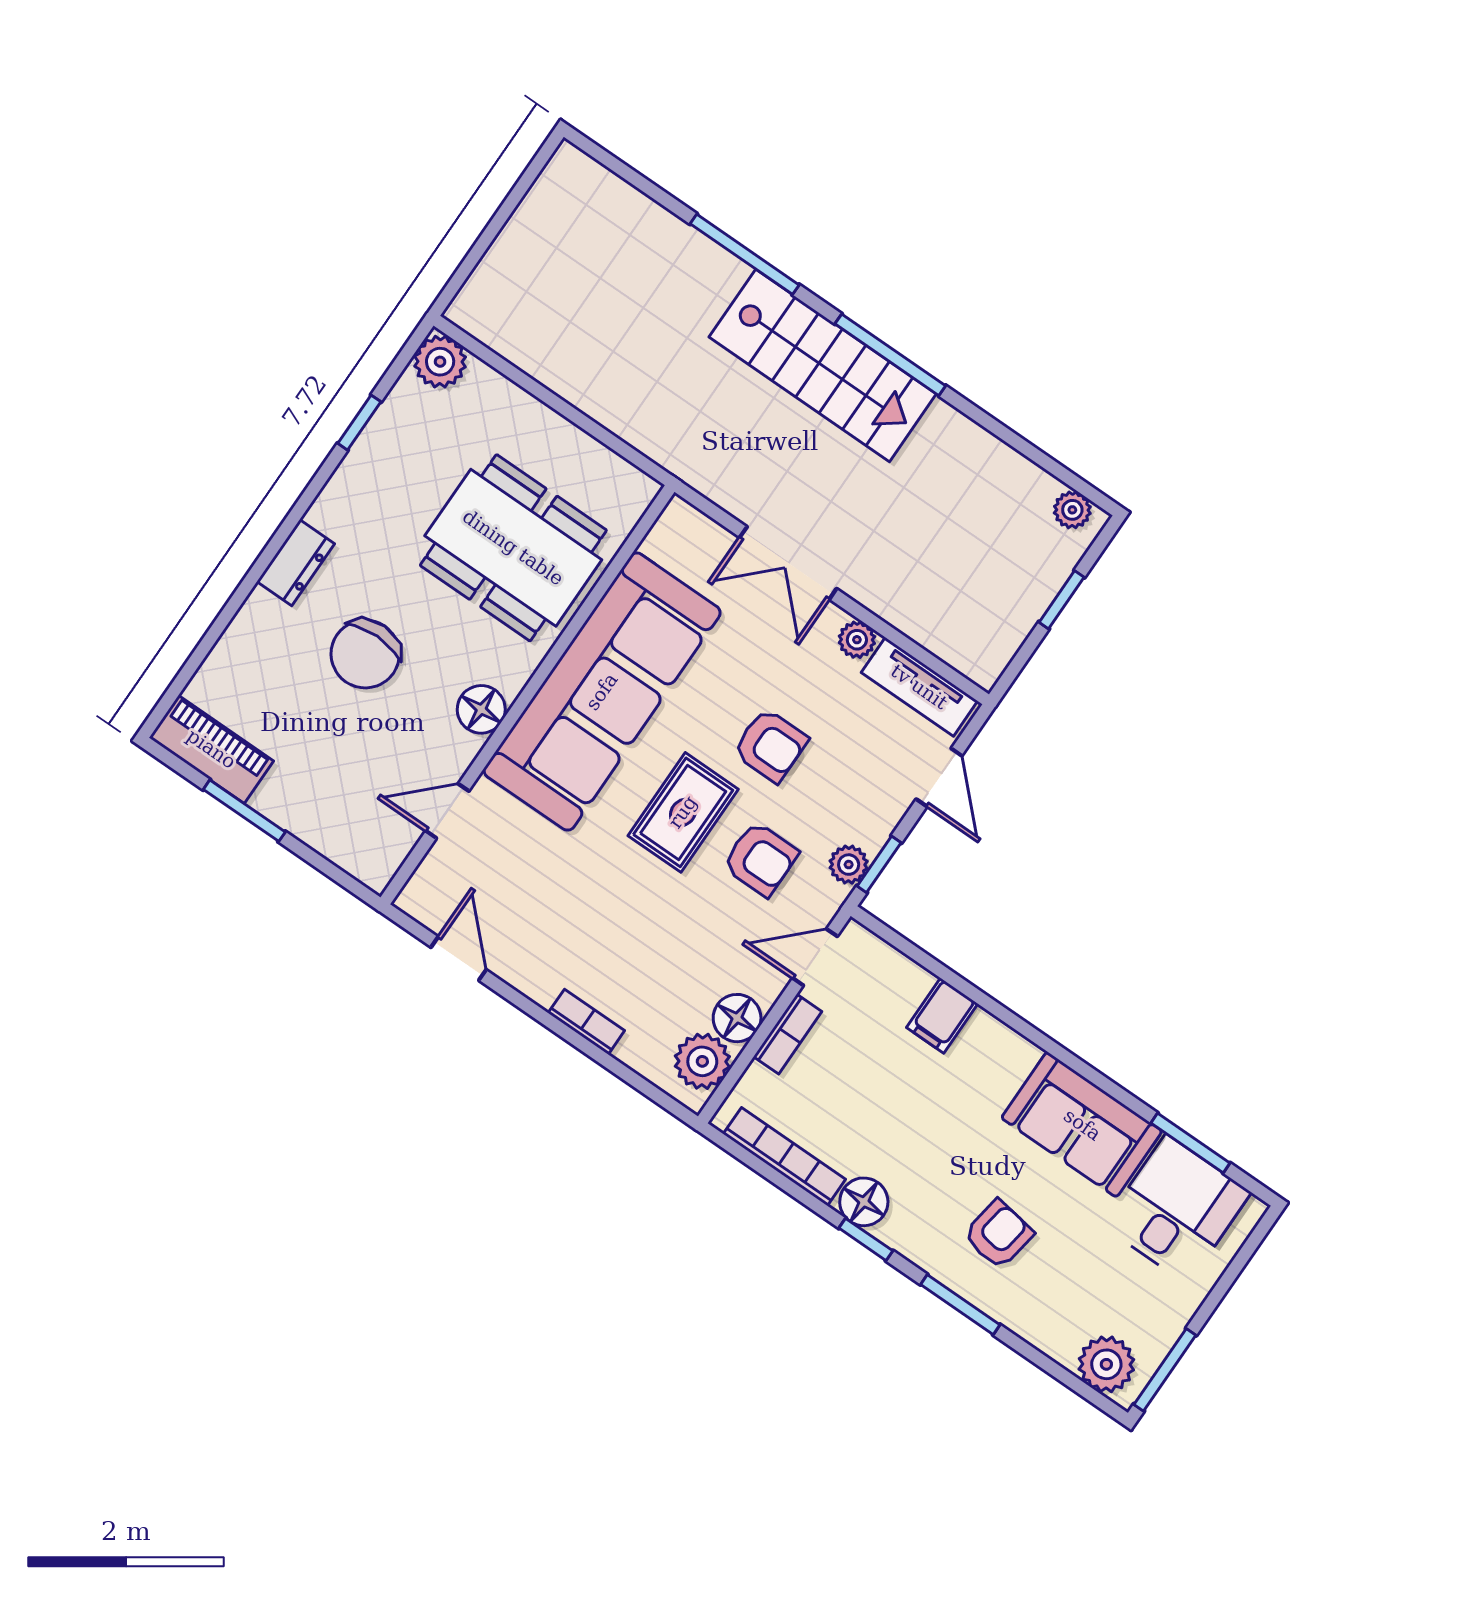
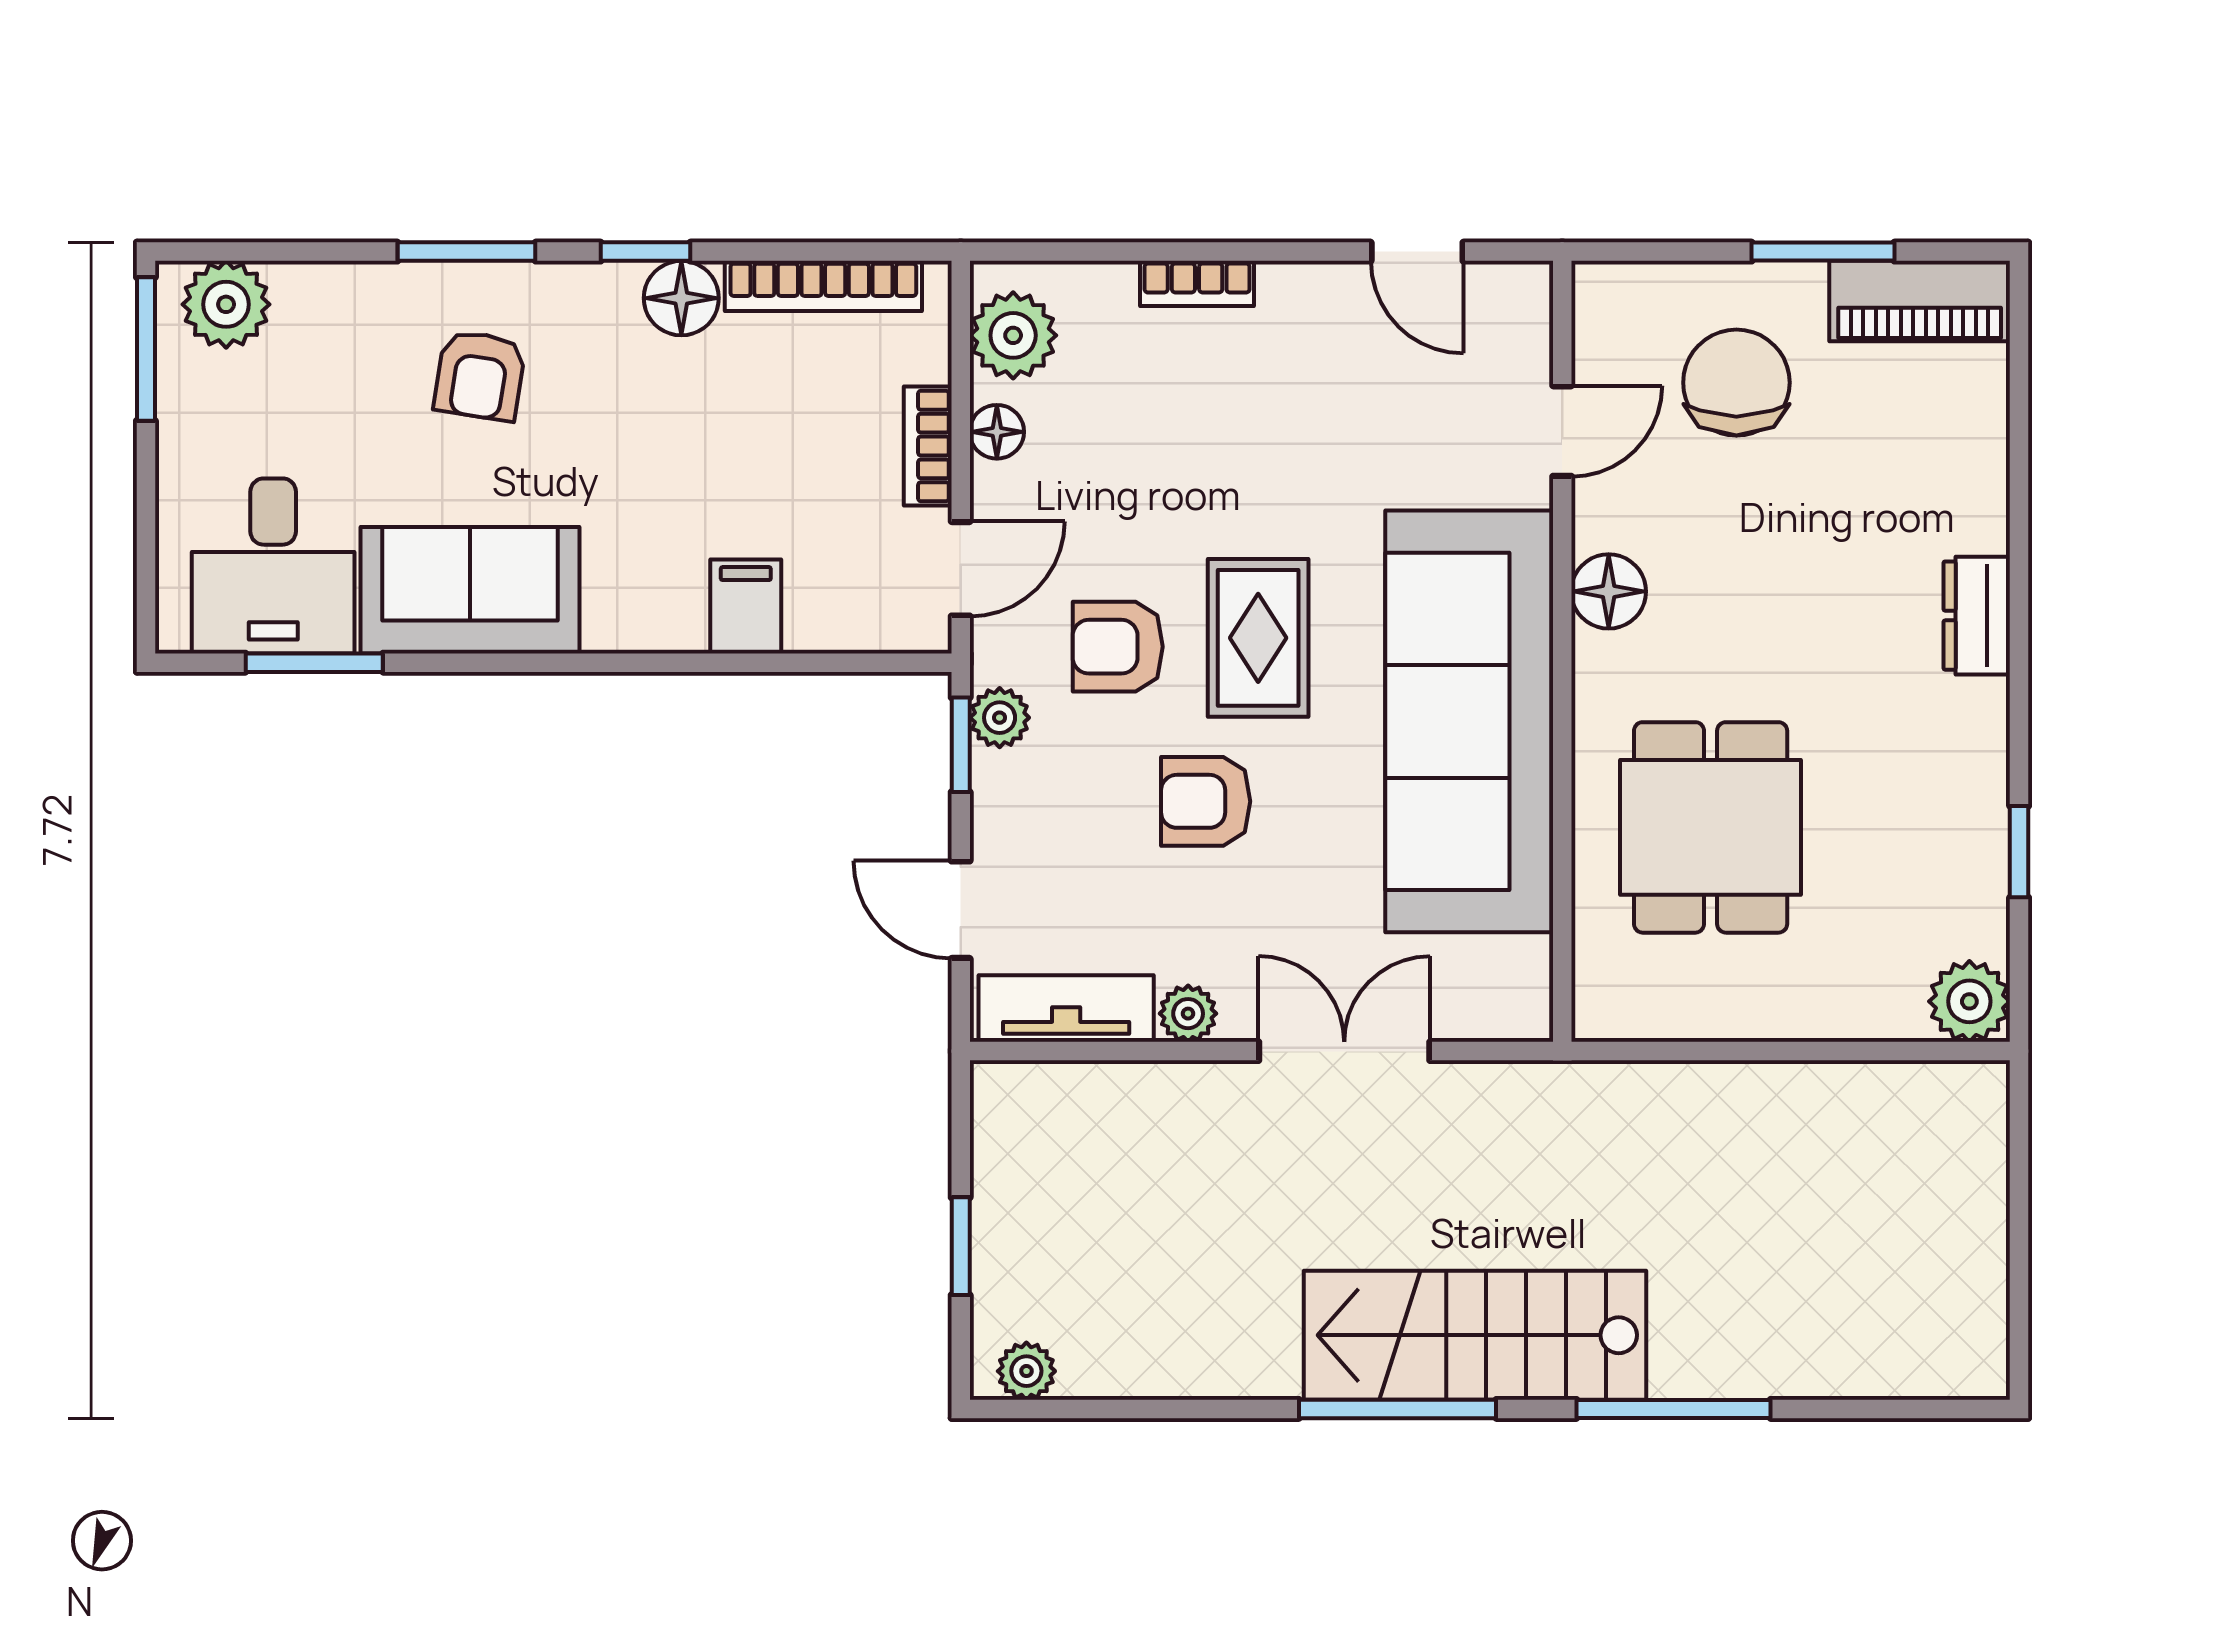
dining table: (513, 548) -> (1711, 827), width x0.73
chair: (365, 654) -> (1736, 383), moved
floor lamp: (737, 1018) -> (997, 432), width x0.73, depth x0.73

